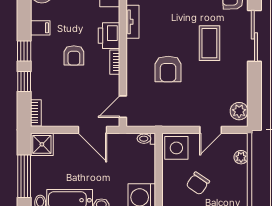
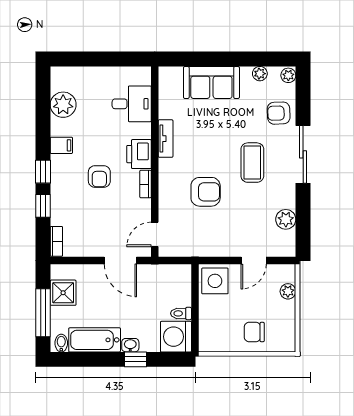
armchair: (168, 69) -> (206, 192), turned -90
plant: (239, 111) -> (286, 219), moved
toilet: (146, 139) -> (181, 313), moved
shower: (42, 144) -> (63, 293), moved
chair: (198, 183) -> (254, 332), moved, turned 56

